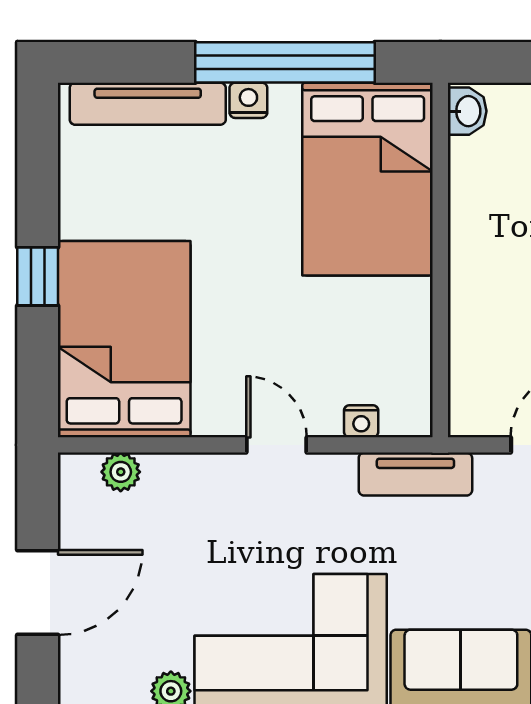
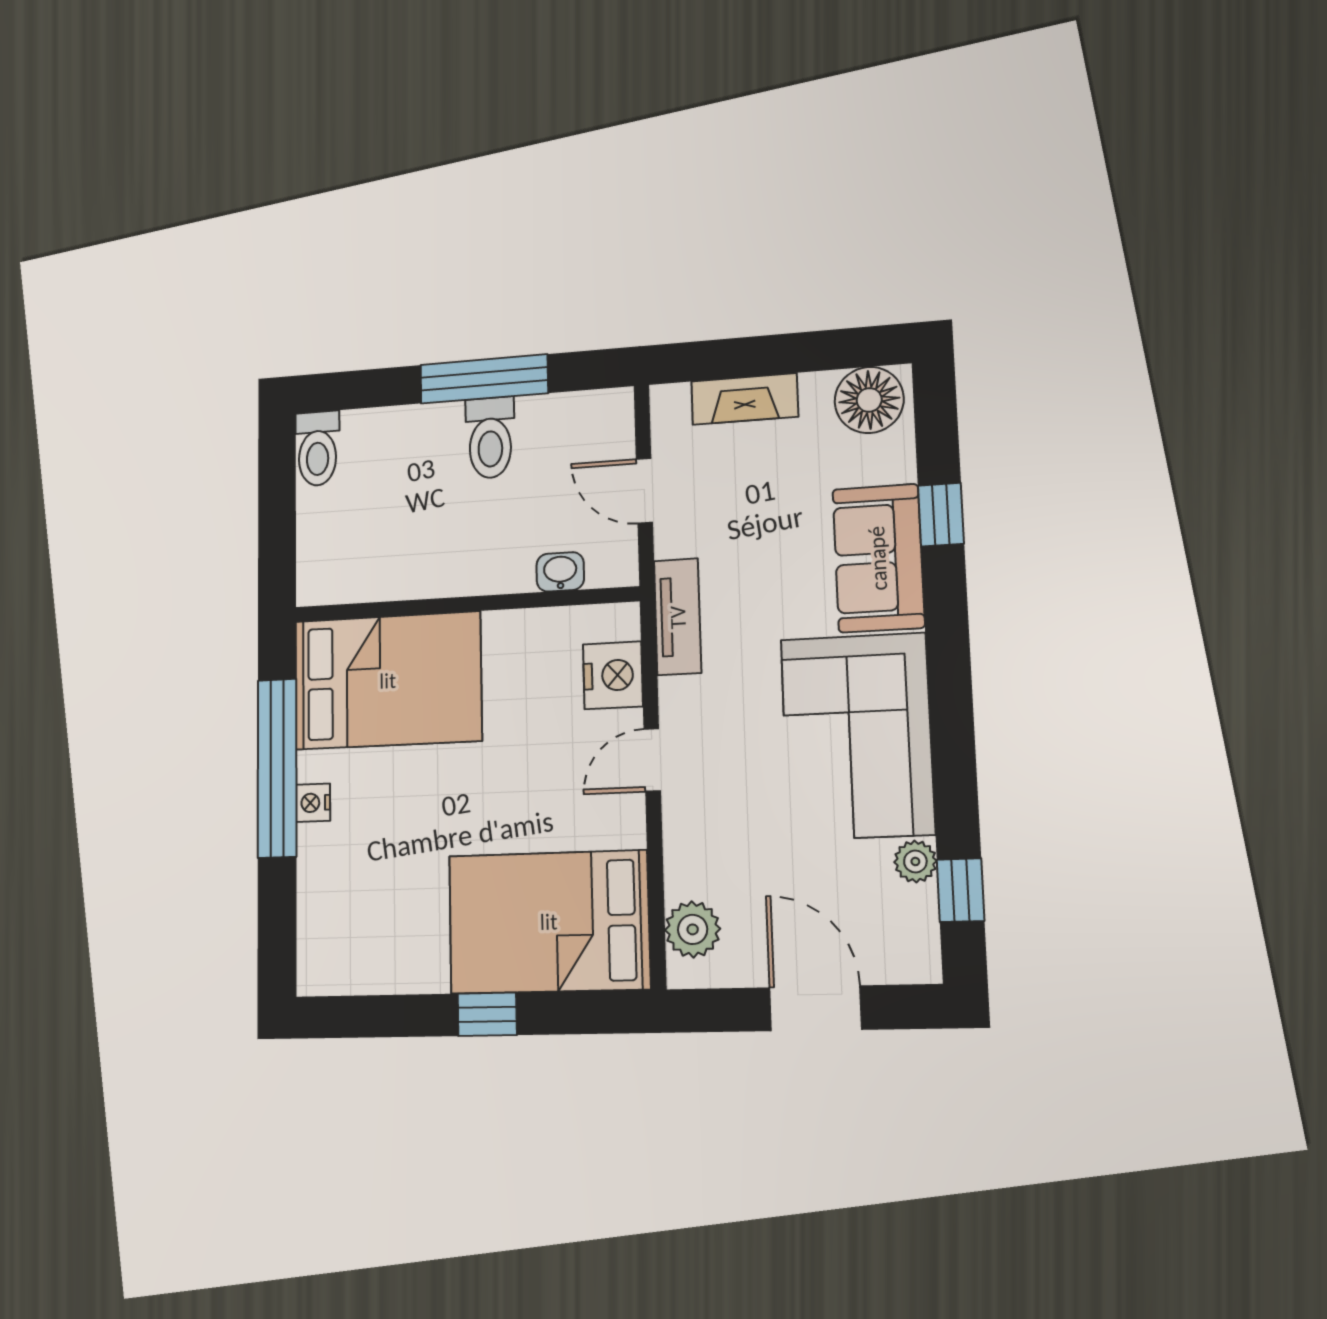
tv unit: (148, 104) -> (317, 904), removed
washbasin: (467, 111) -> (560, 572), moved
nightstand: (361, 421) -> (613, 675), width x1.89, depth x1.79
plant: (121, 472) -> (693, 929), width x1.38, depth x1.38

